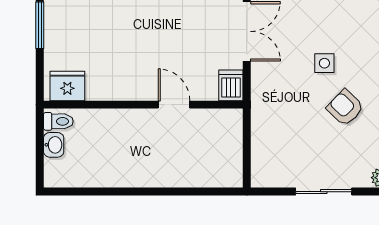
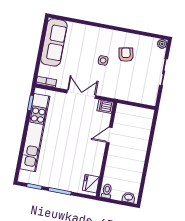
armchair: (345, 108) -> (126, 55), turned 125
washbasin: (54, 145) -> (129, 197), moved

